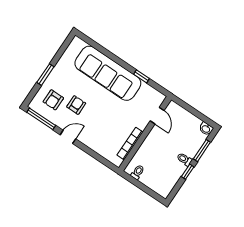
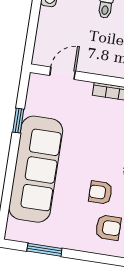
window: (45, 75) -> (44, 250), moved

